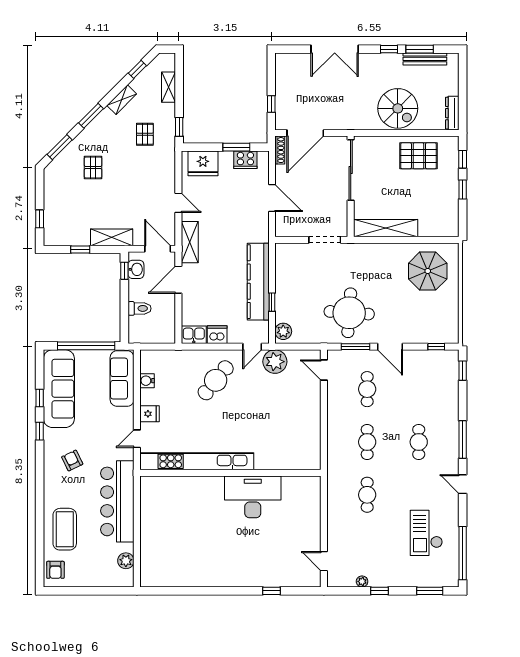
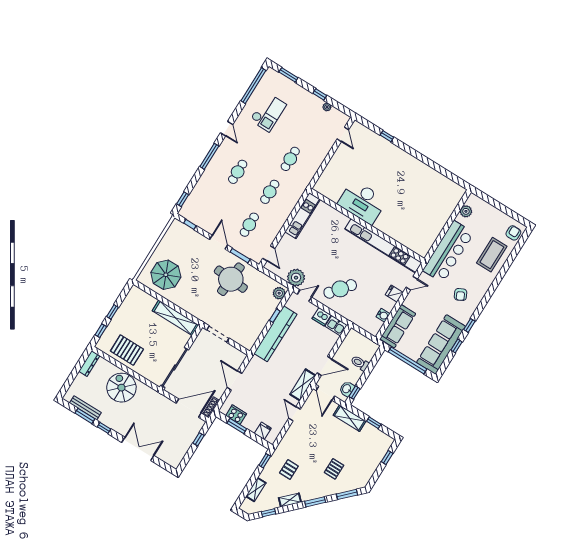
fridge: (203, 163) -> (263, 431), width x0.53, depth x0.75
kitchen unit: (312, 438) -> (303, 216), added

